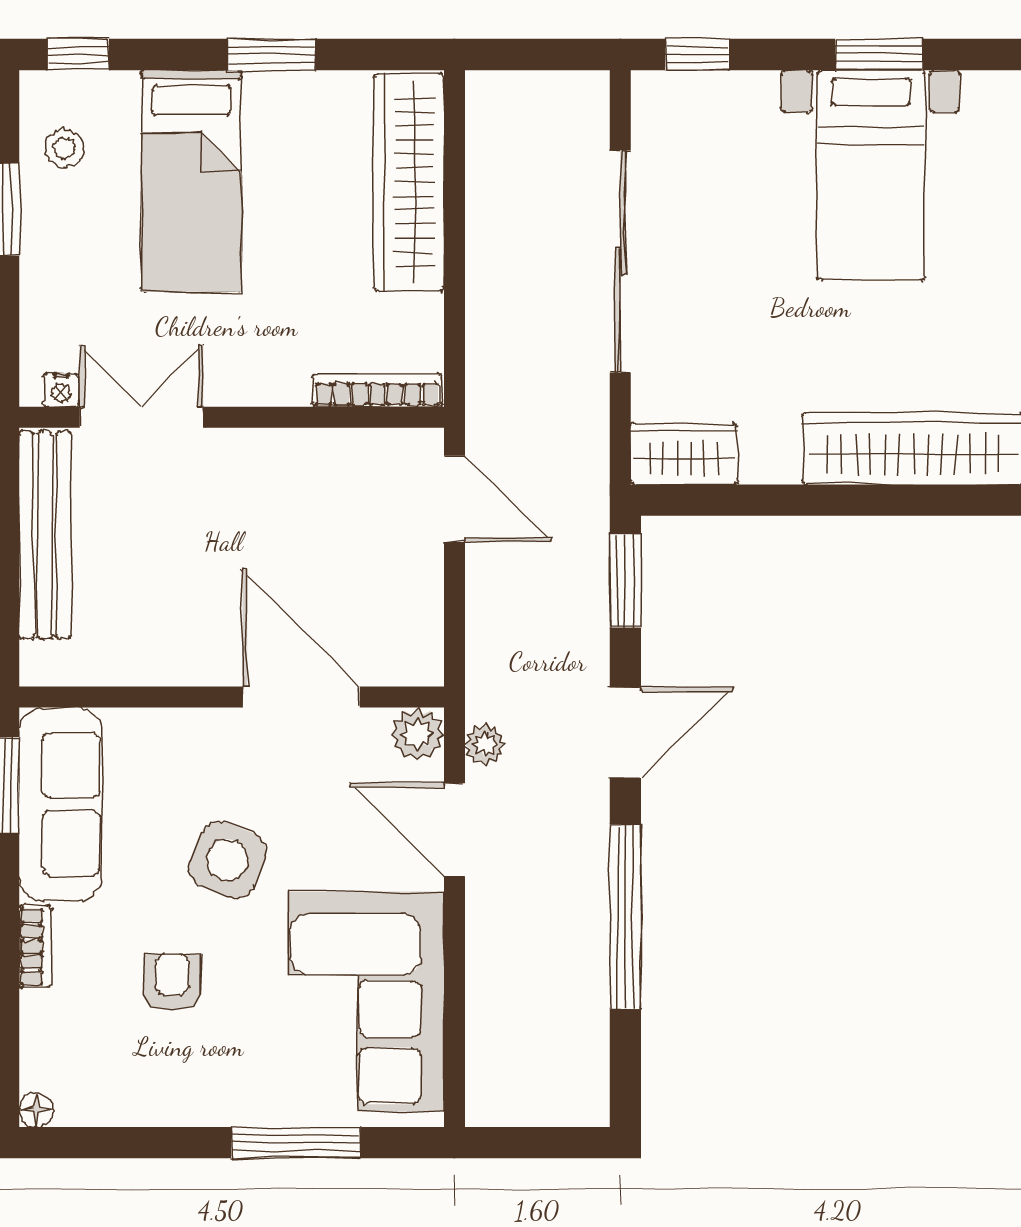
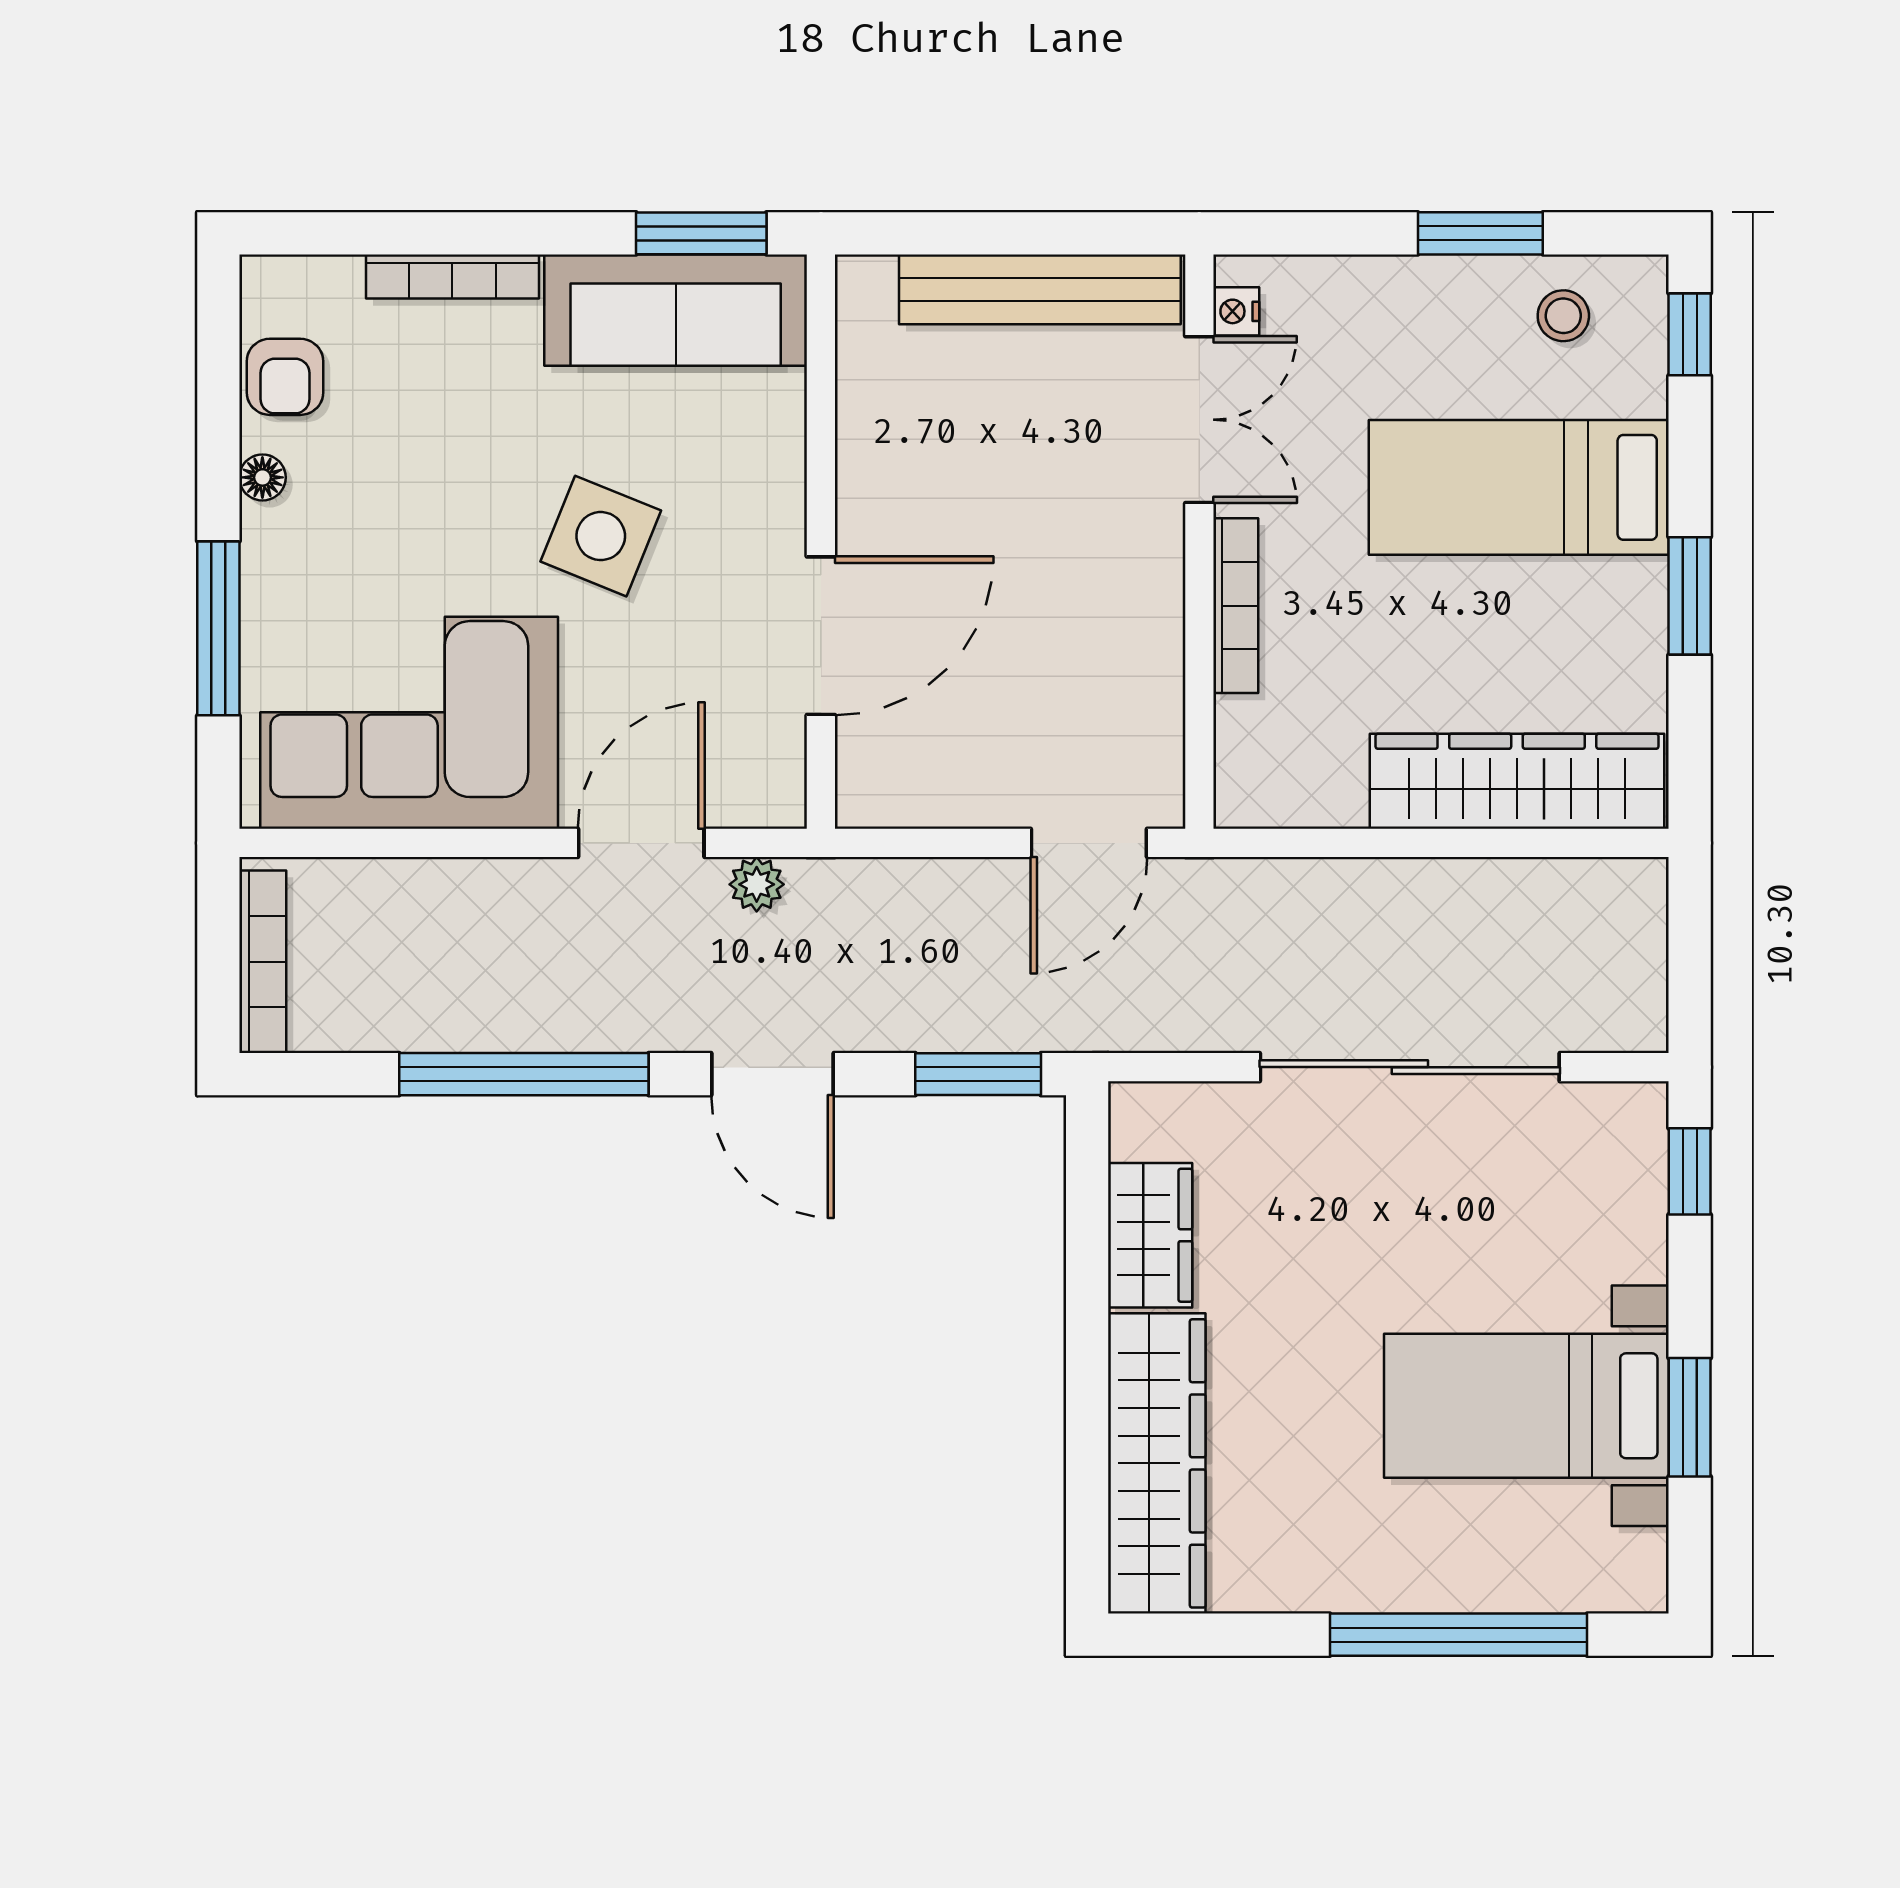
bookcase: (377, 390) -> (1236, 606), moved
wardrobe: (684, 454) -> (1150, 1235), moved
plant: (417, 734) -> (771, 793), removed
bookcase: (35, 947) -> (452, 277), width x1.56
armchair: (172, 983) -> (285, 377), moved, turned 90
floor lamp: (36, 1110) -> (262, 477), moved
bookcase: (542, 1110) -> (263, 962), added

